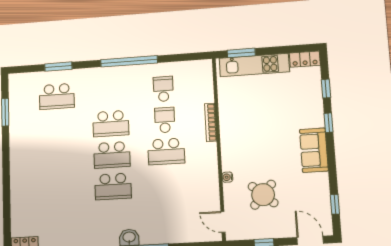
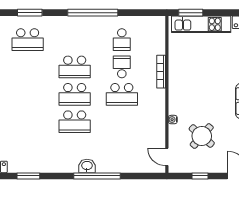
school desk: (163, 89) -> (122, 40), turned 180

